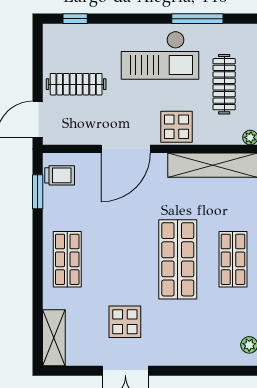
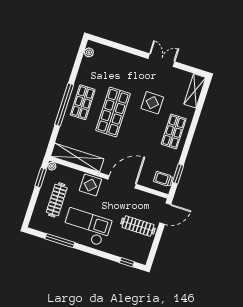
display table: (125, 322) -> (152, 103), moved

